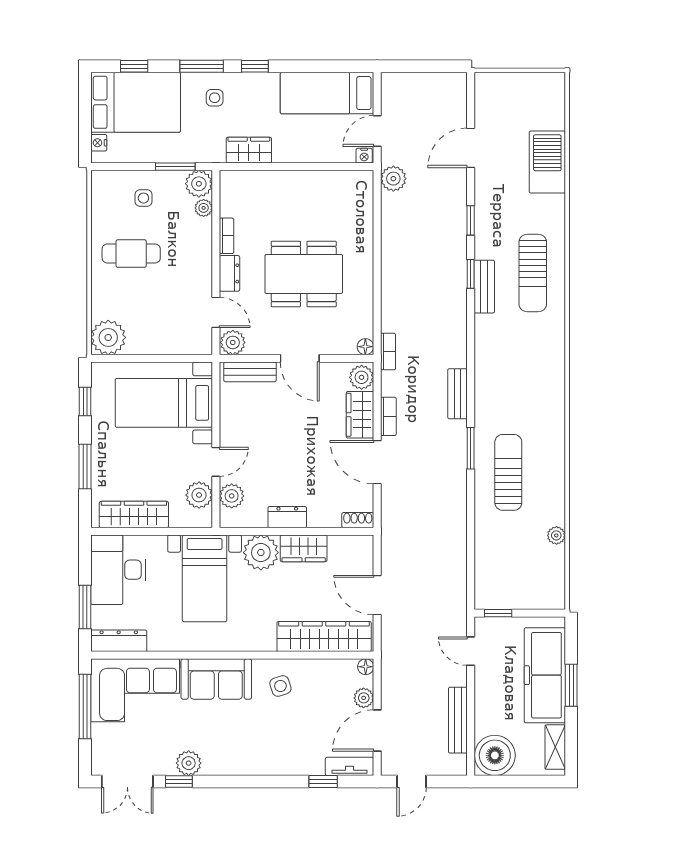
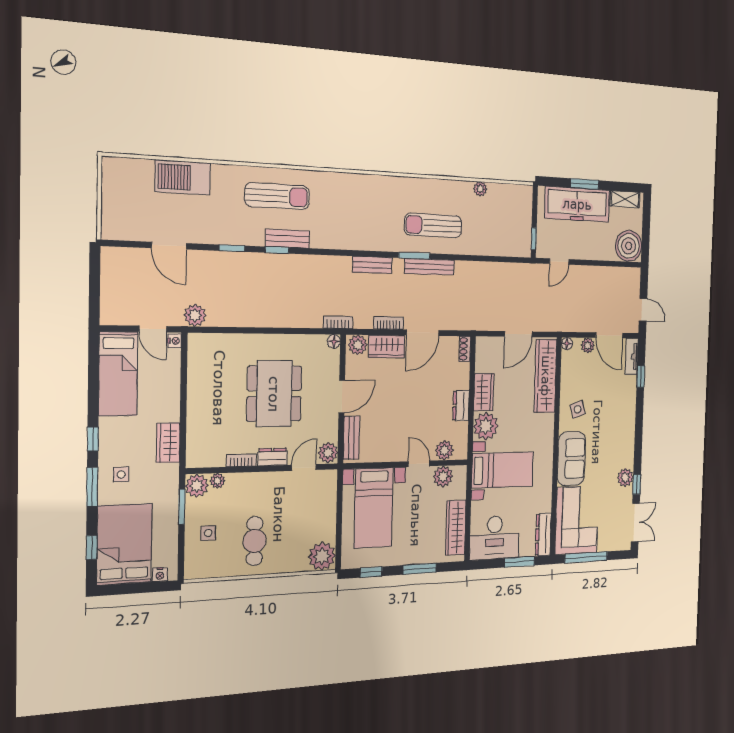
bench: (458, 720) -> (430, 267), moved

